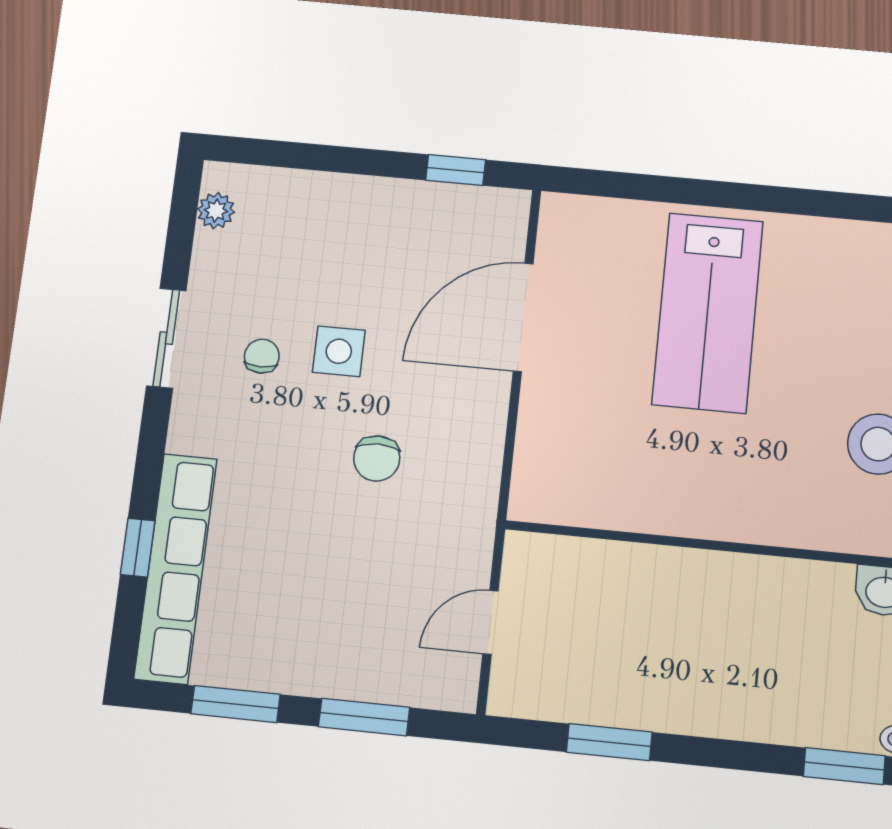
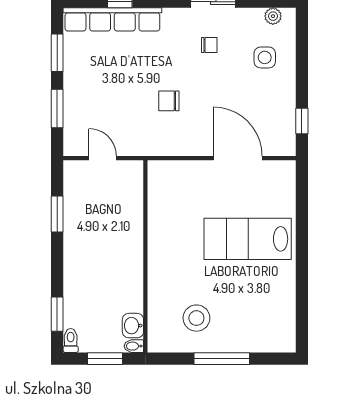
side table: (339, 351) -> (265, 57), moved

